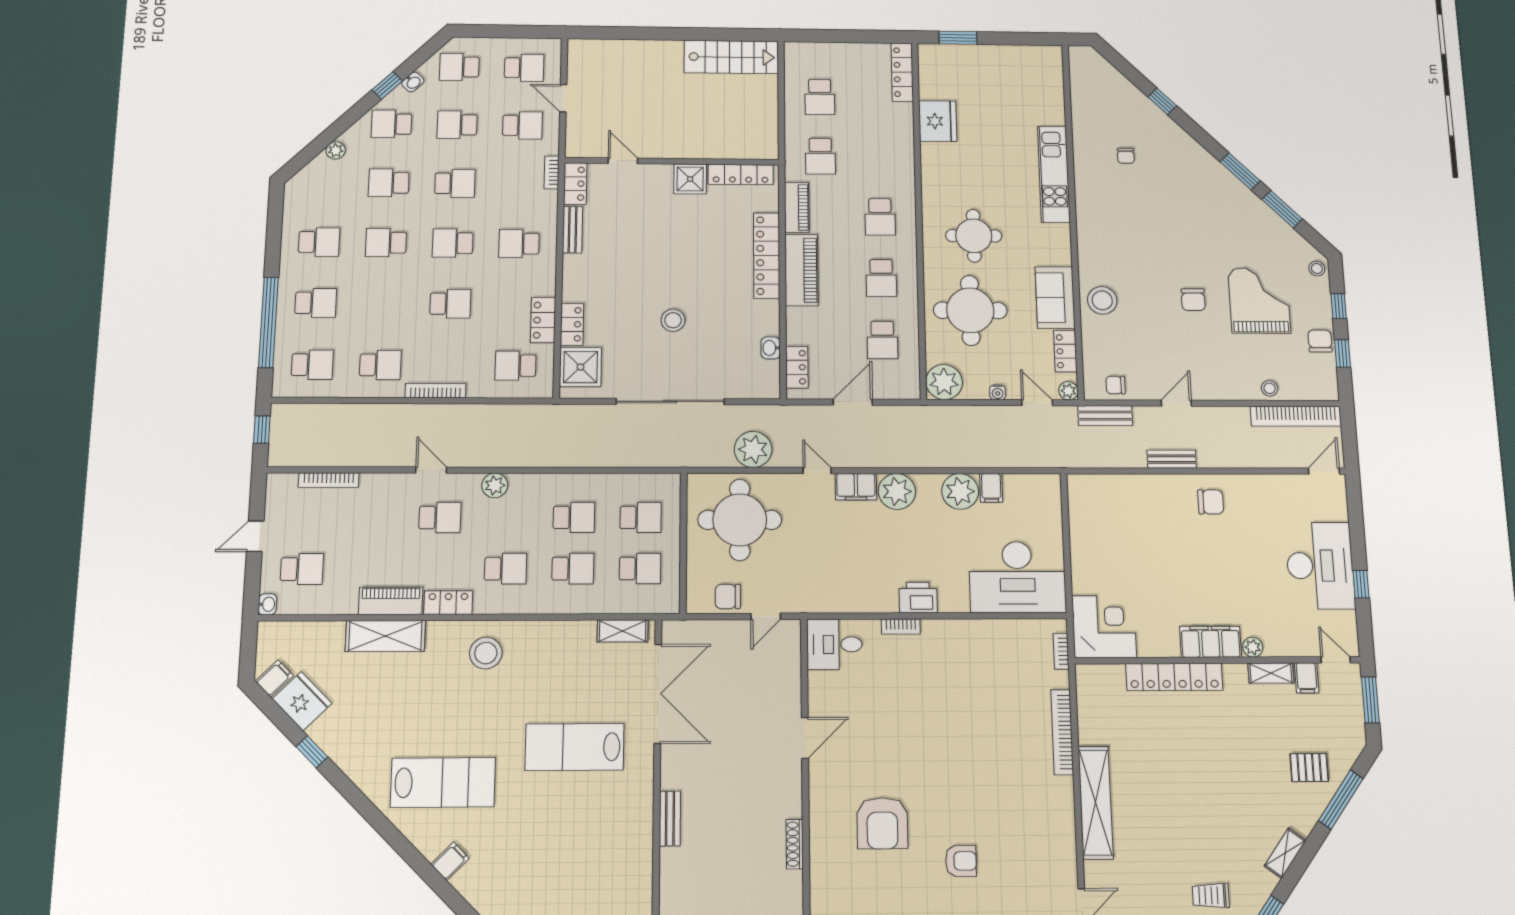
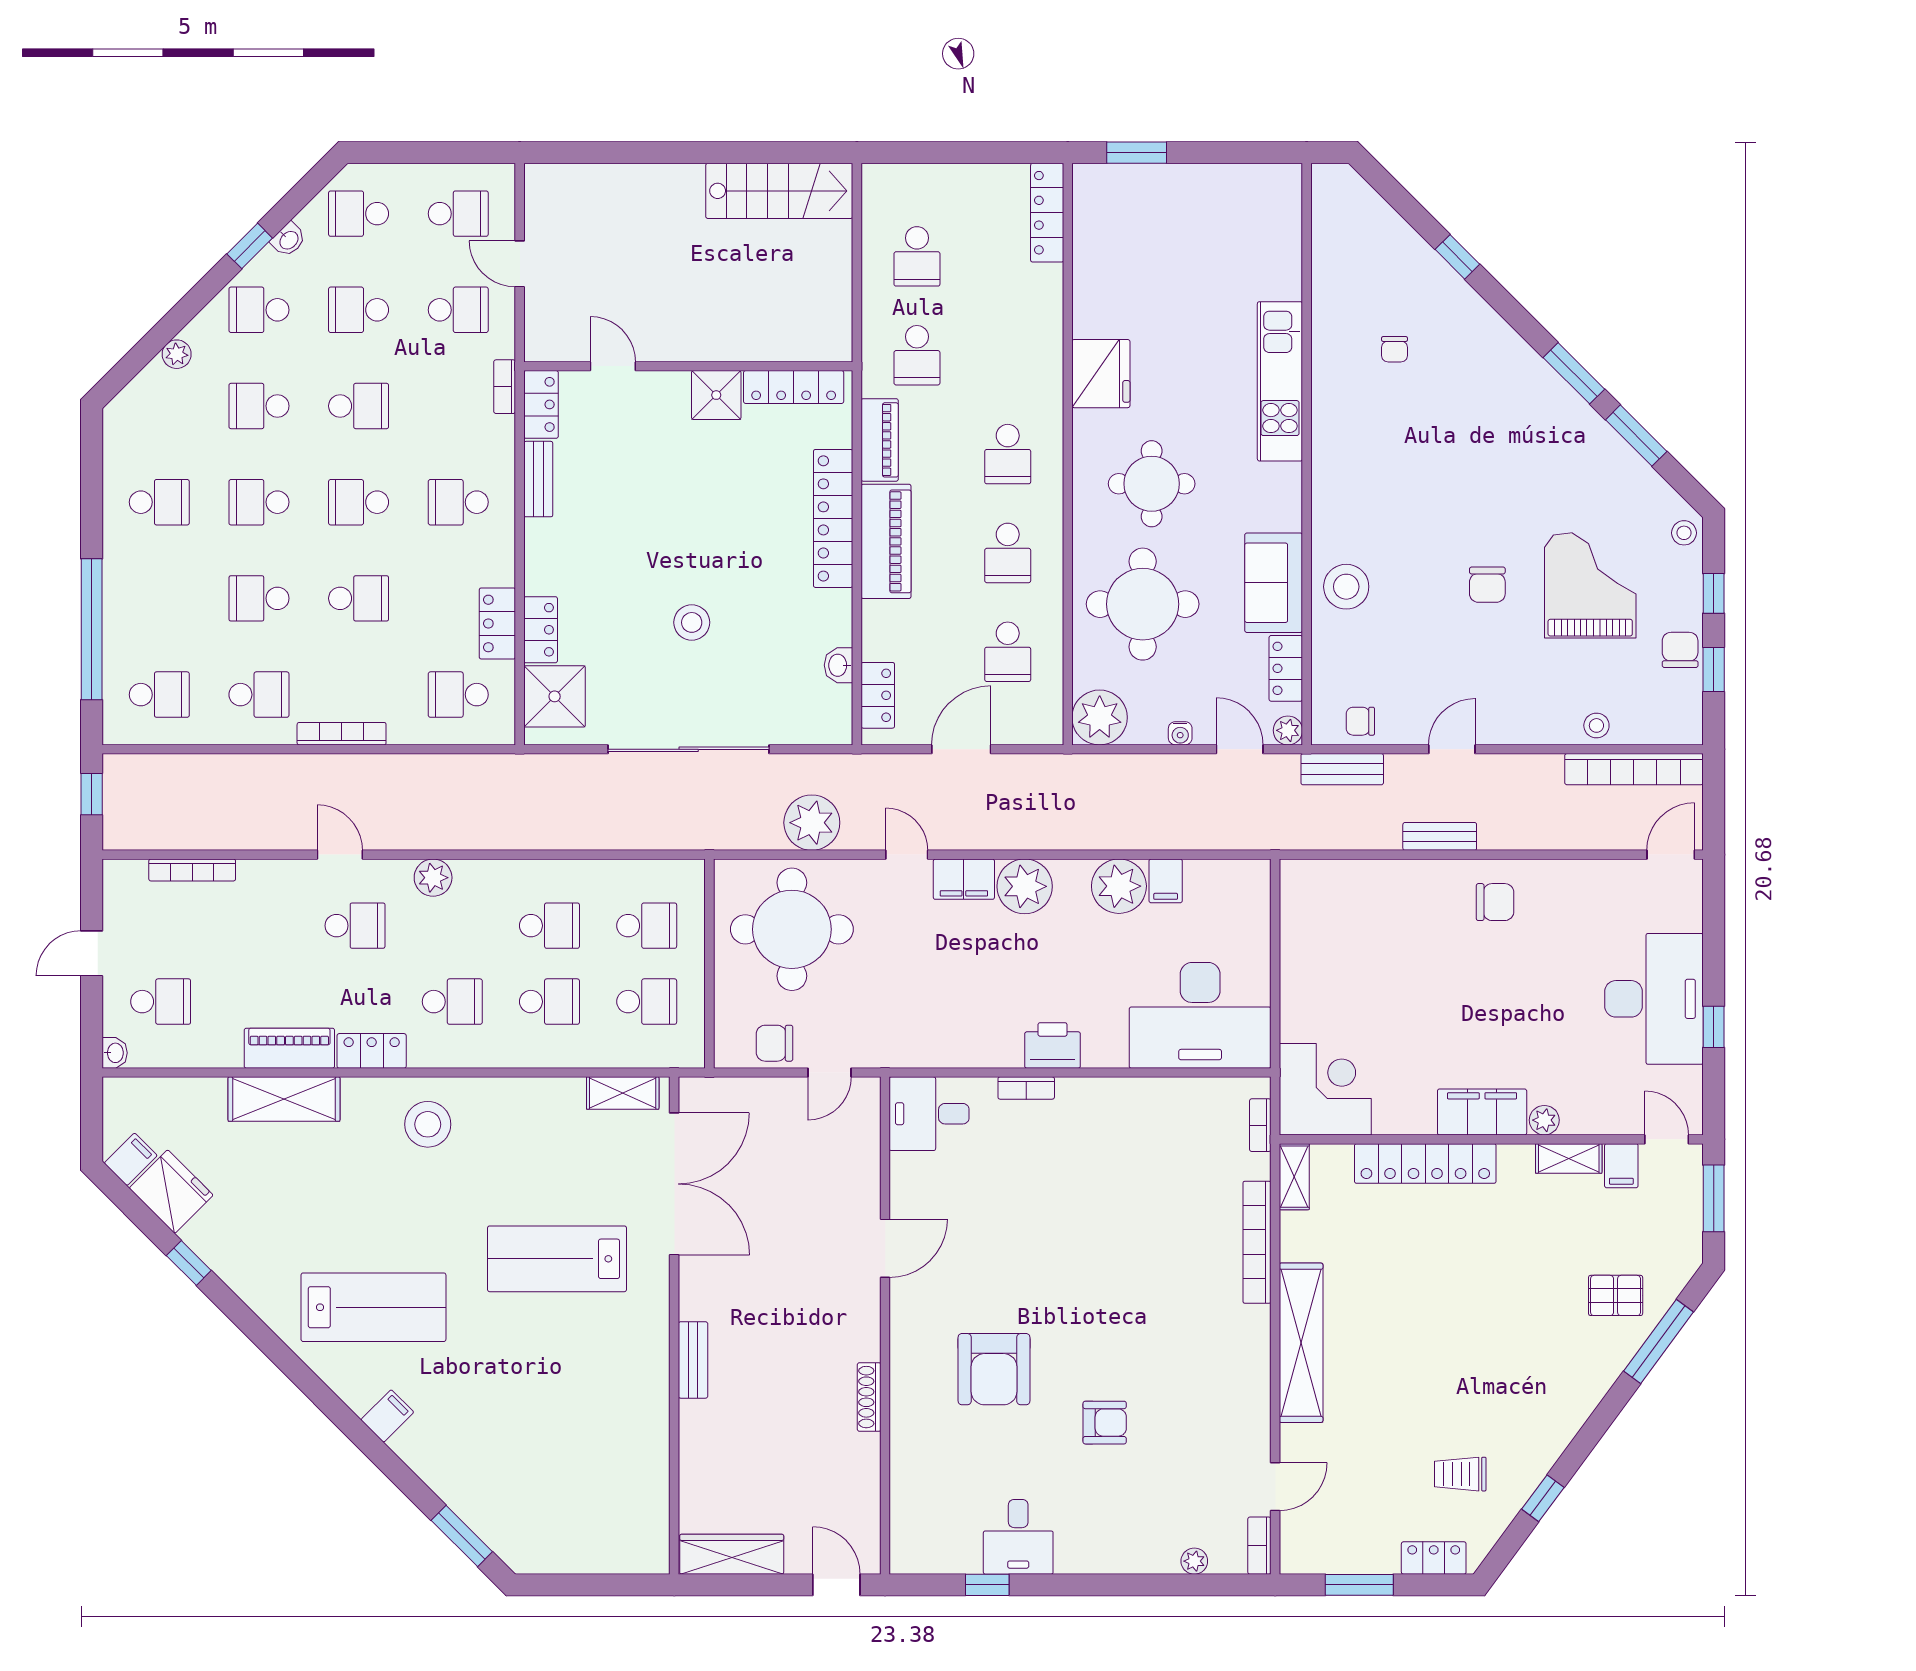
fridge: (938, 121) -> (1101, 374), moved
school desk: (316, 303) -> (259, 598), moved, turned 180
shelving: (1285, 853) -> (1294, 1177), moved, turned -36

